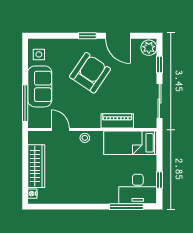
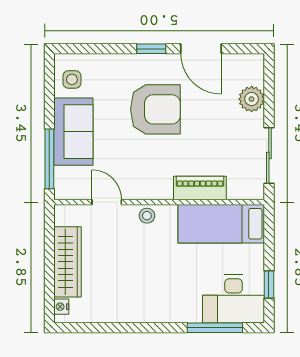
plant: (149, 48) -> (252, 99), moved
window: (159, 65) -> (269, 96), removed
armchair: (90, 73) -> (155, 109), turned 56

